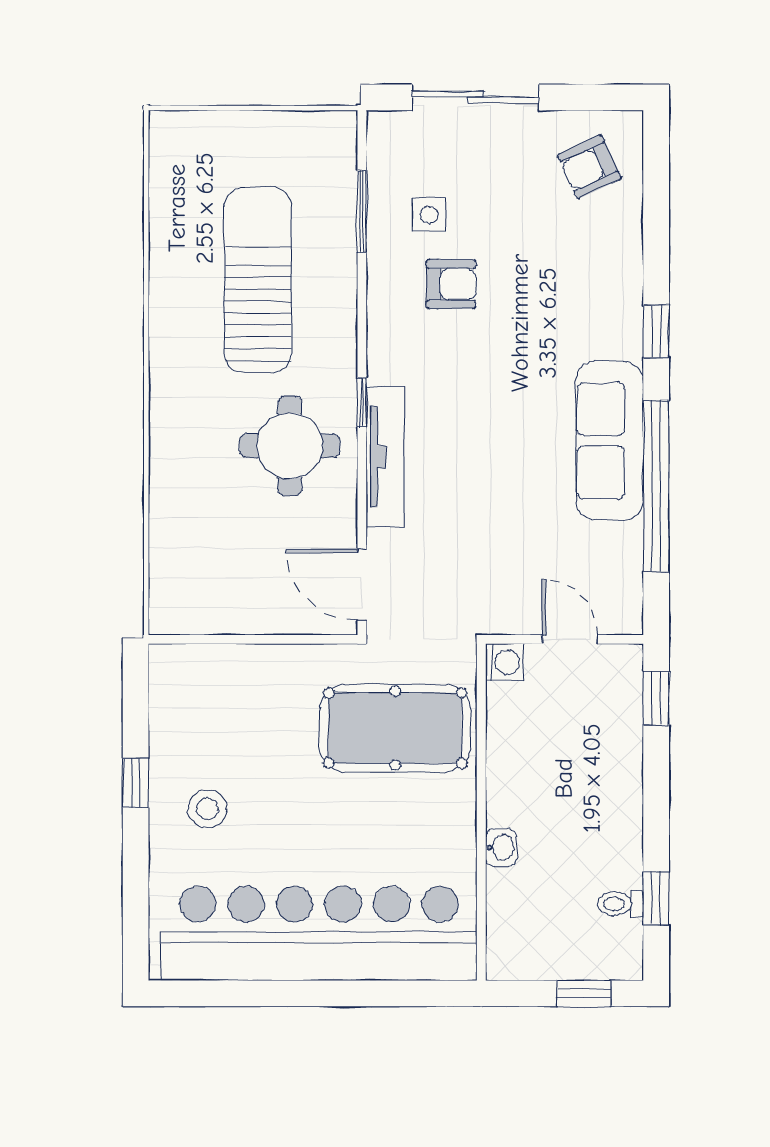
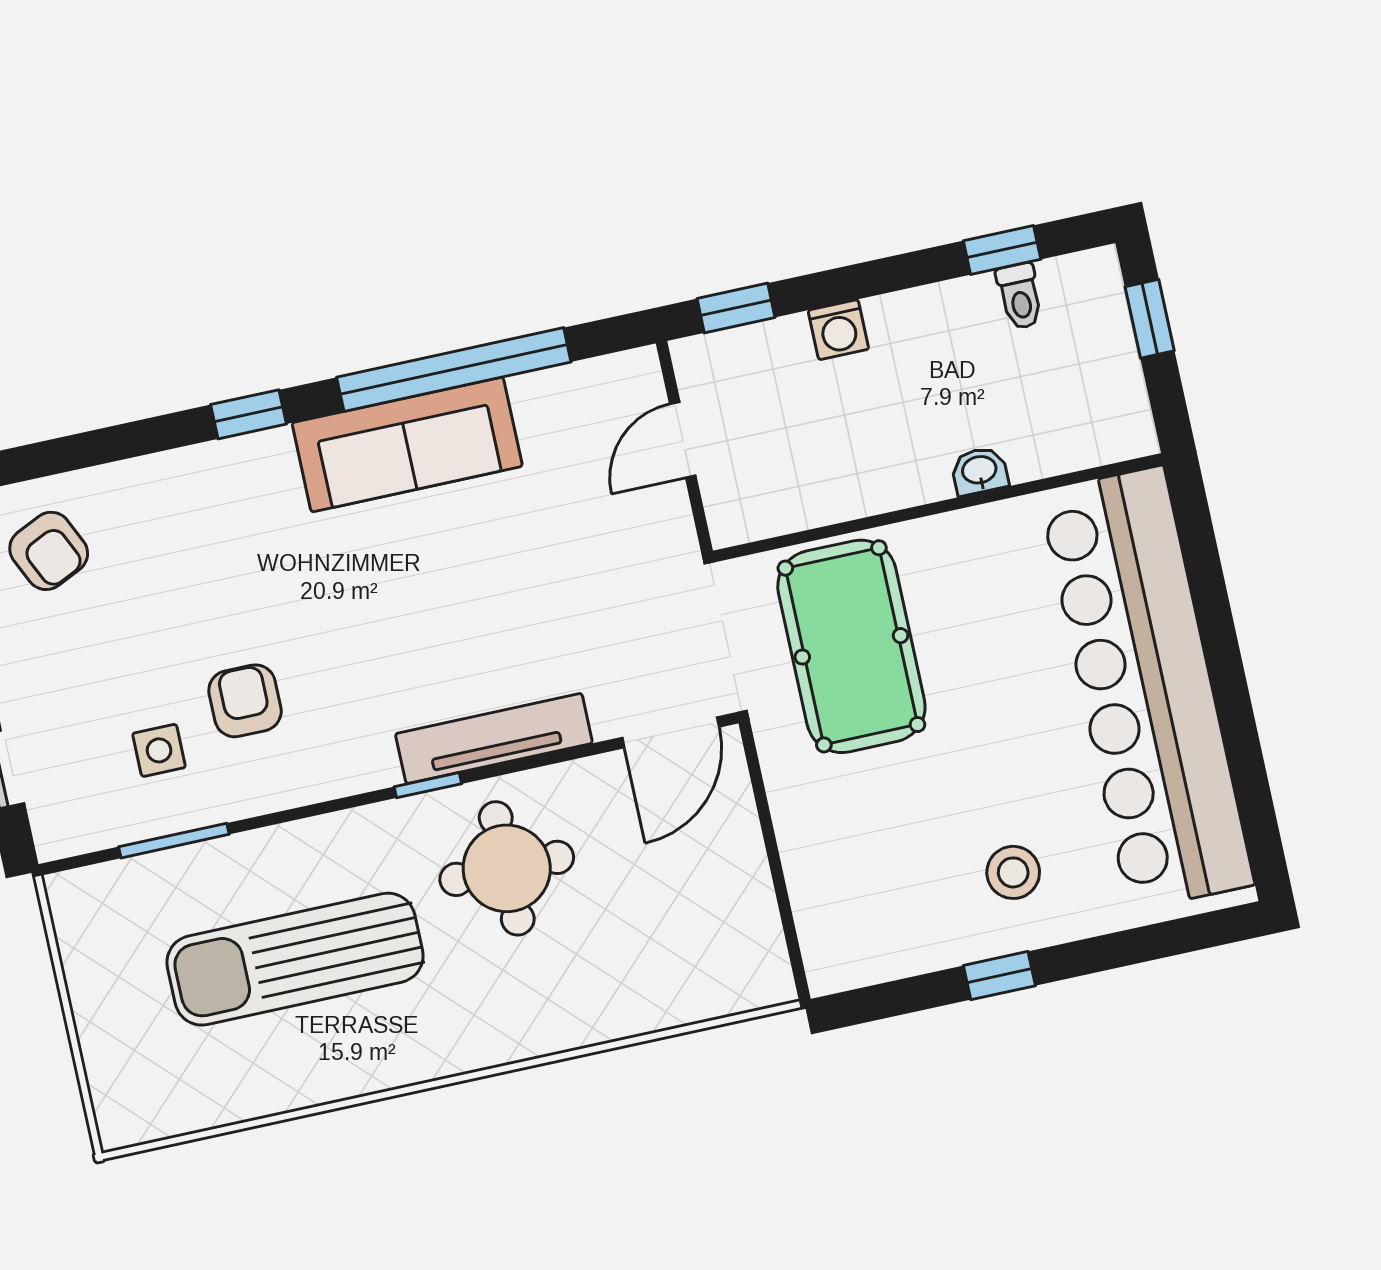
washing machine: (504, 662) -> (838, 330), moved, turned 180

